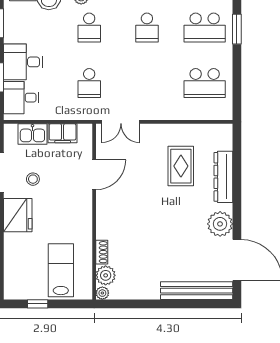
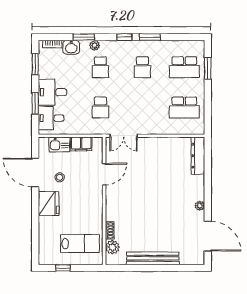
rug: (181, 166) -> (167, 168), removed
dresser: (223, 177) -> (198, 156), moved
plant: (220, 224) -> (200, 206), width x0.53, depth x0.53
lab bench: (61, 270) -> (80, 244), turned 90
bench: (197, 291) -> (153, 258), moved
plant: (102, 293) -> (110, 260), removed

